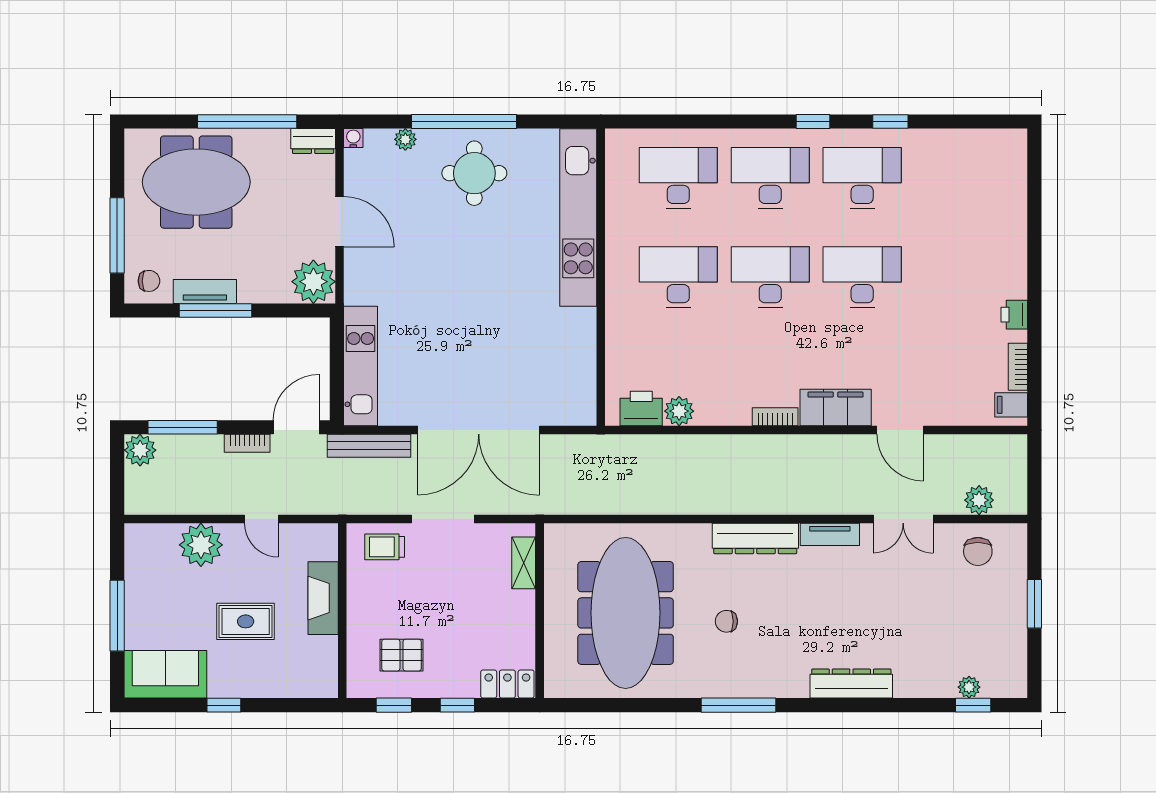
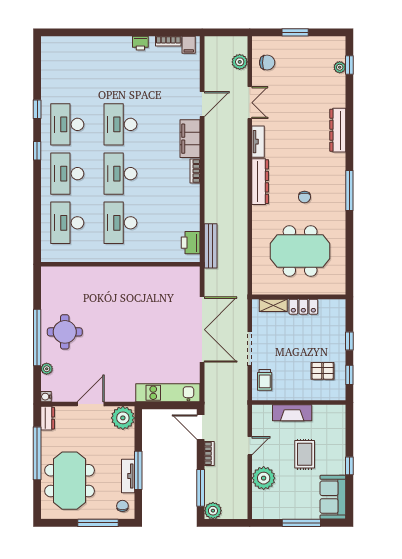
kitchen unit: (578, 218) -> (89, 276), removed
plant: (679, 411) -> (192, 222), removed
bench: (369, 446) -> (211, 246), moved
meeting table: (626, 613) -> (300, 251), width x0.73
pallet: (401, 655) -> (323, 371), turned 90
locker: (507, 684) -> (303, 307), moved, turned -90

